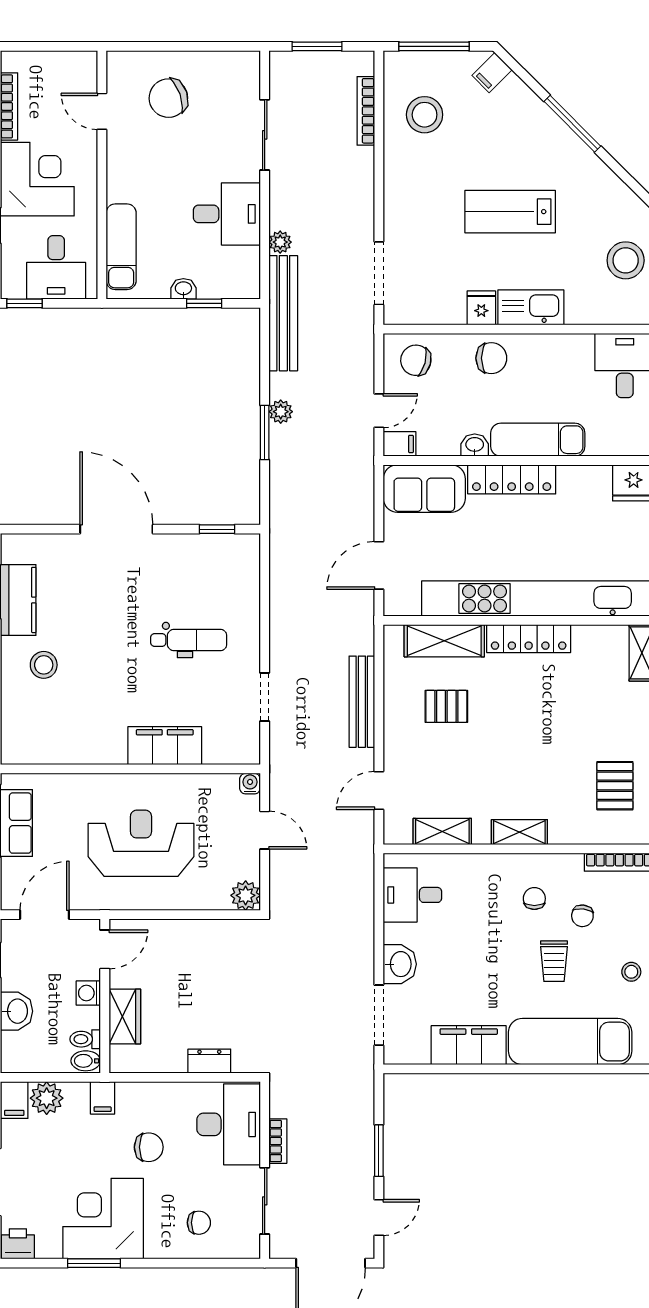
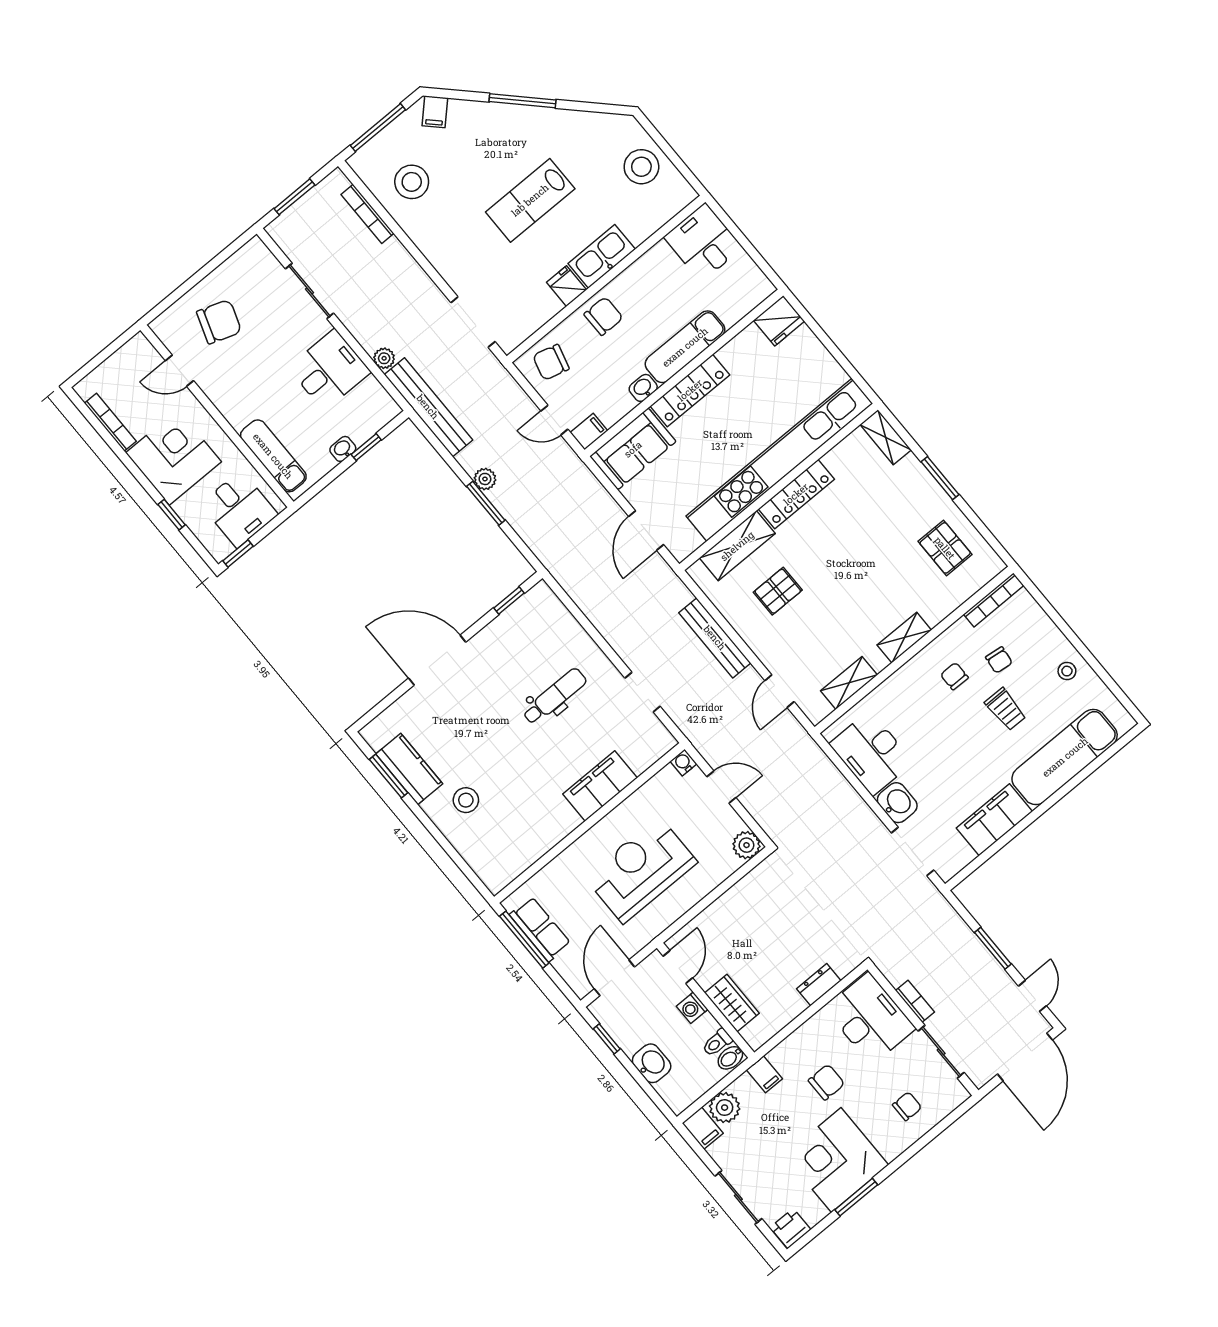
chair: (168, 98) -> (219, 322), turned -142
door: (379, 411) -> (554, 420), swing flipped
desk: (412, 895) -> (871, 753), width x1.37

